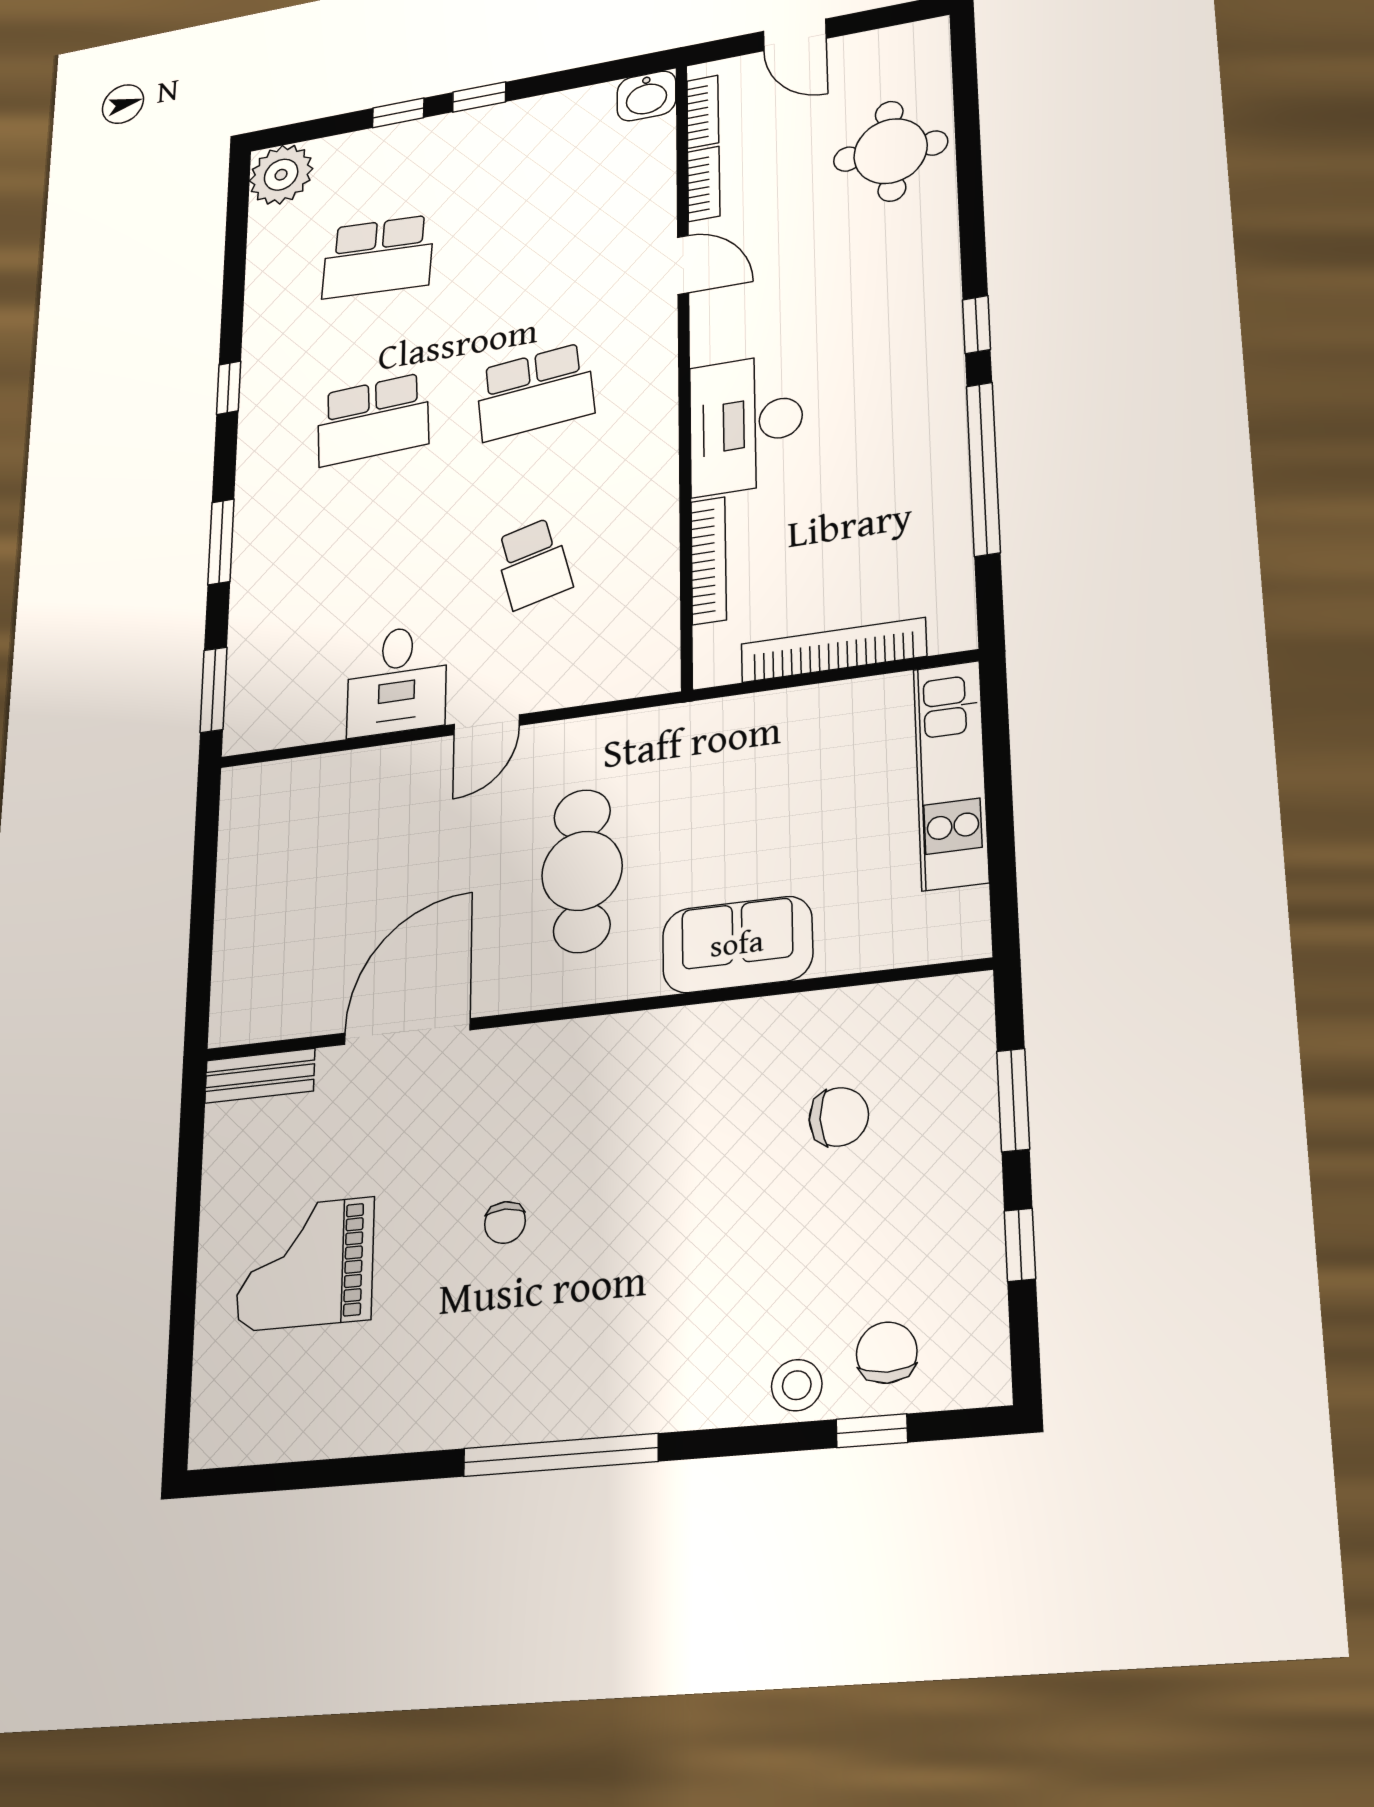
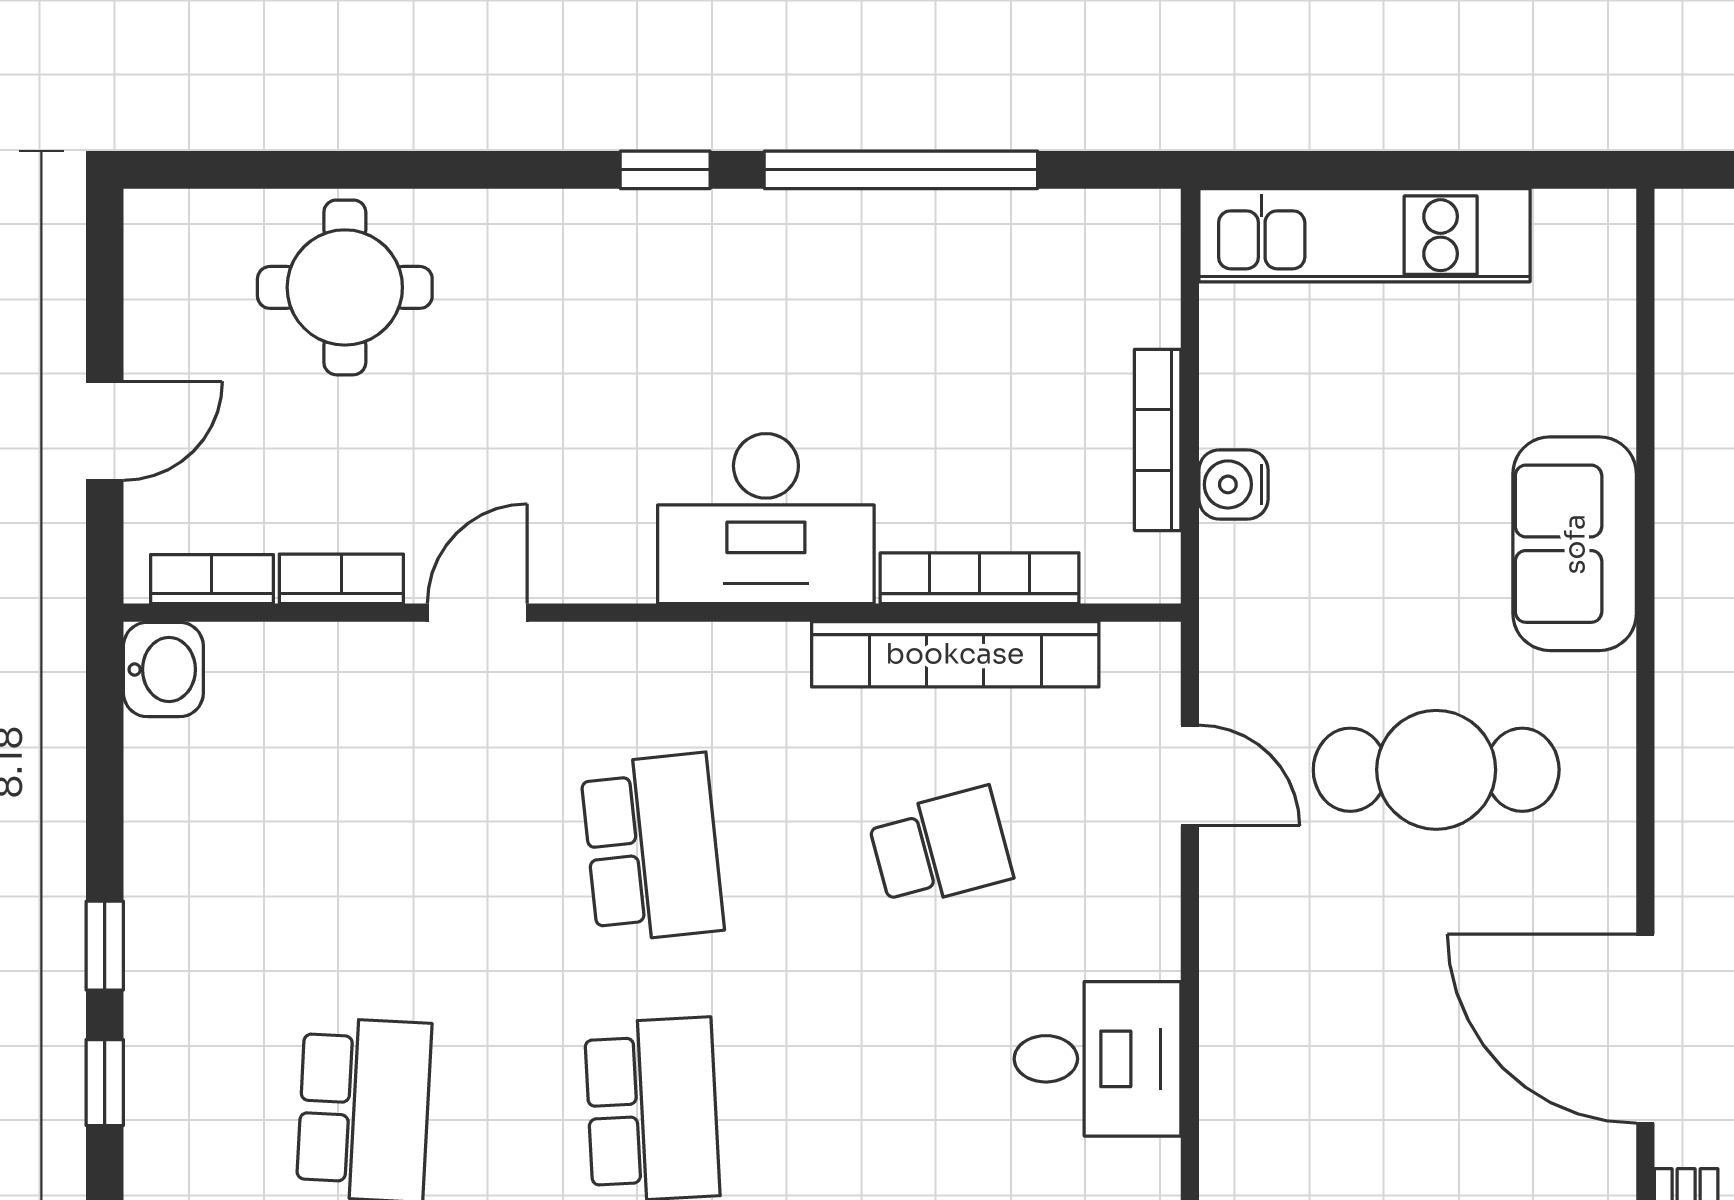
bookcase: (658, 553) -> (955, 654), added
bookcase: (833, 650) -> (1158, 440), width x0.68, depth x0.76
water cooler: (774, 712) -> (1233, 484), added
door: (487, 725) -> (1190, 776), moved

